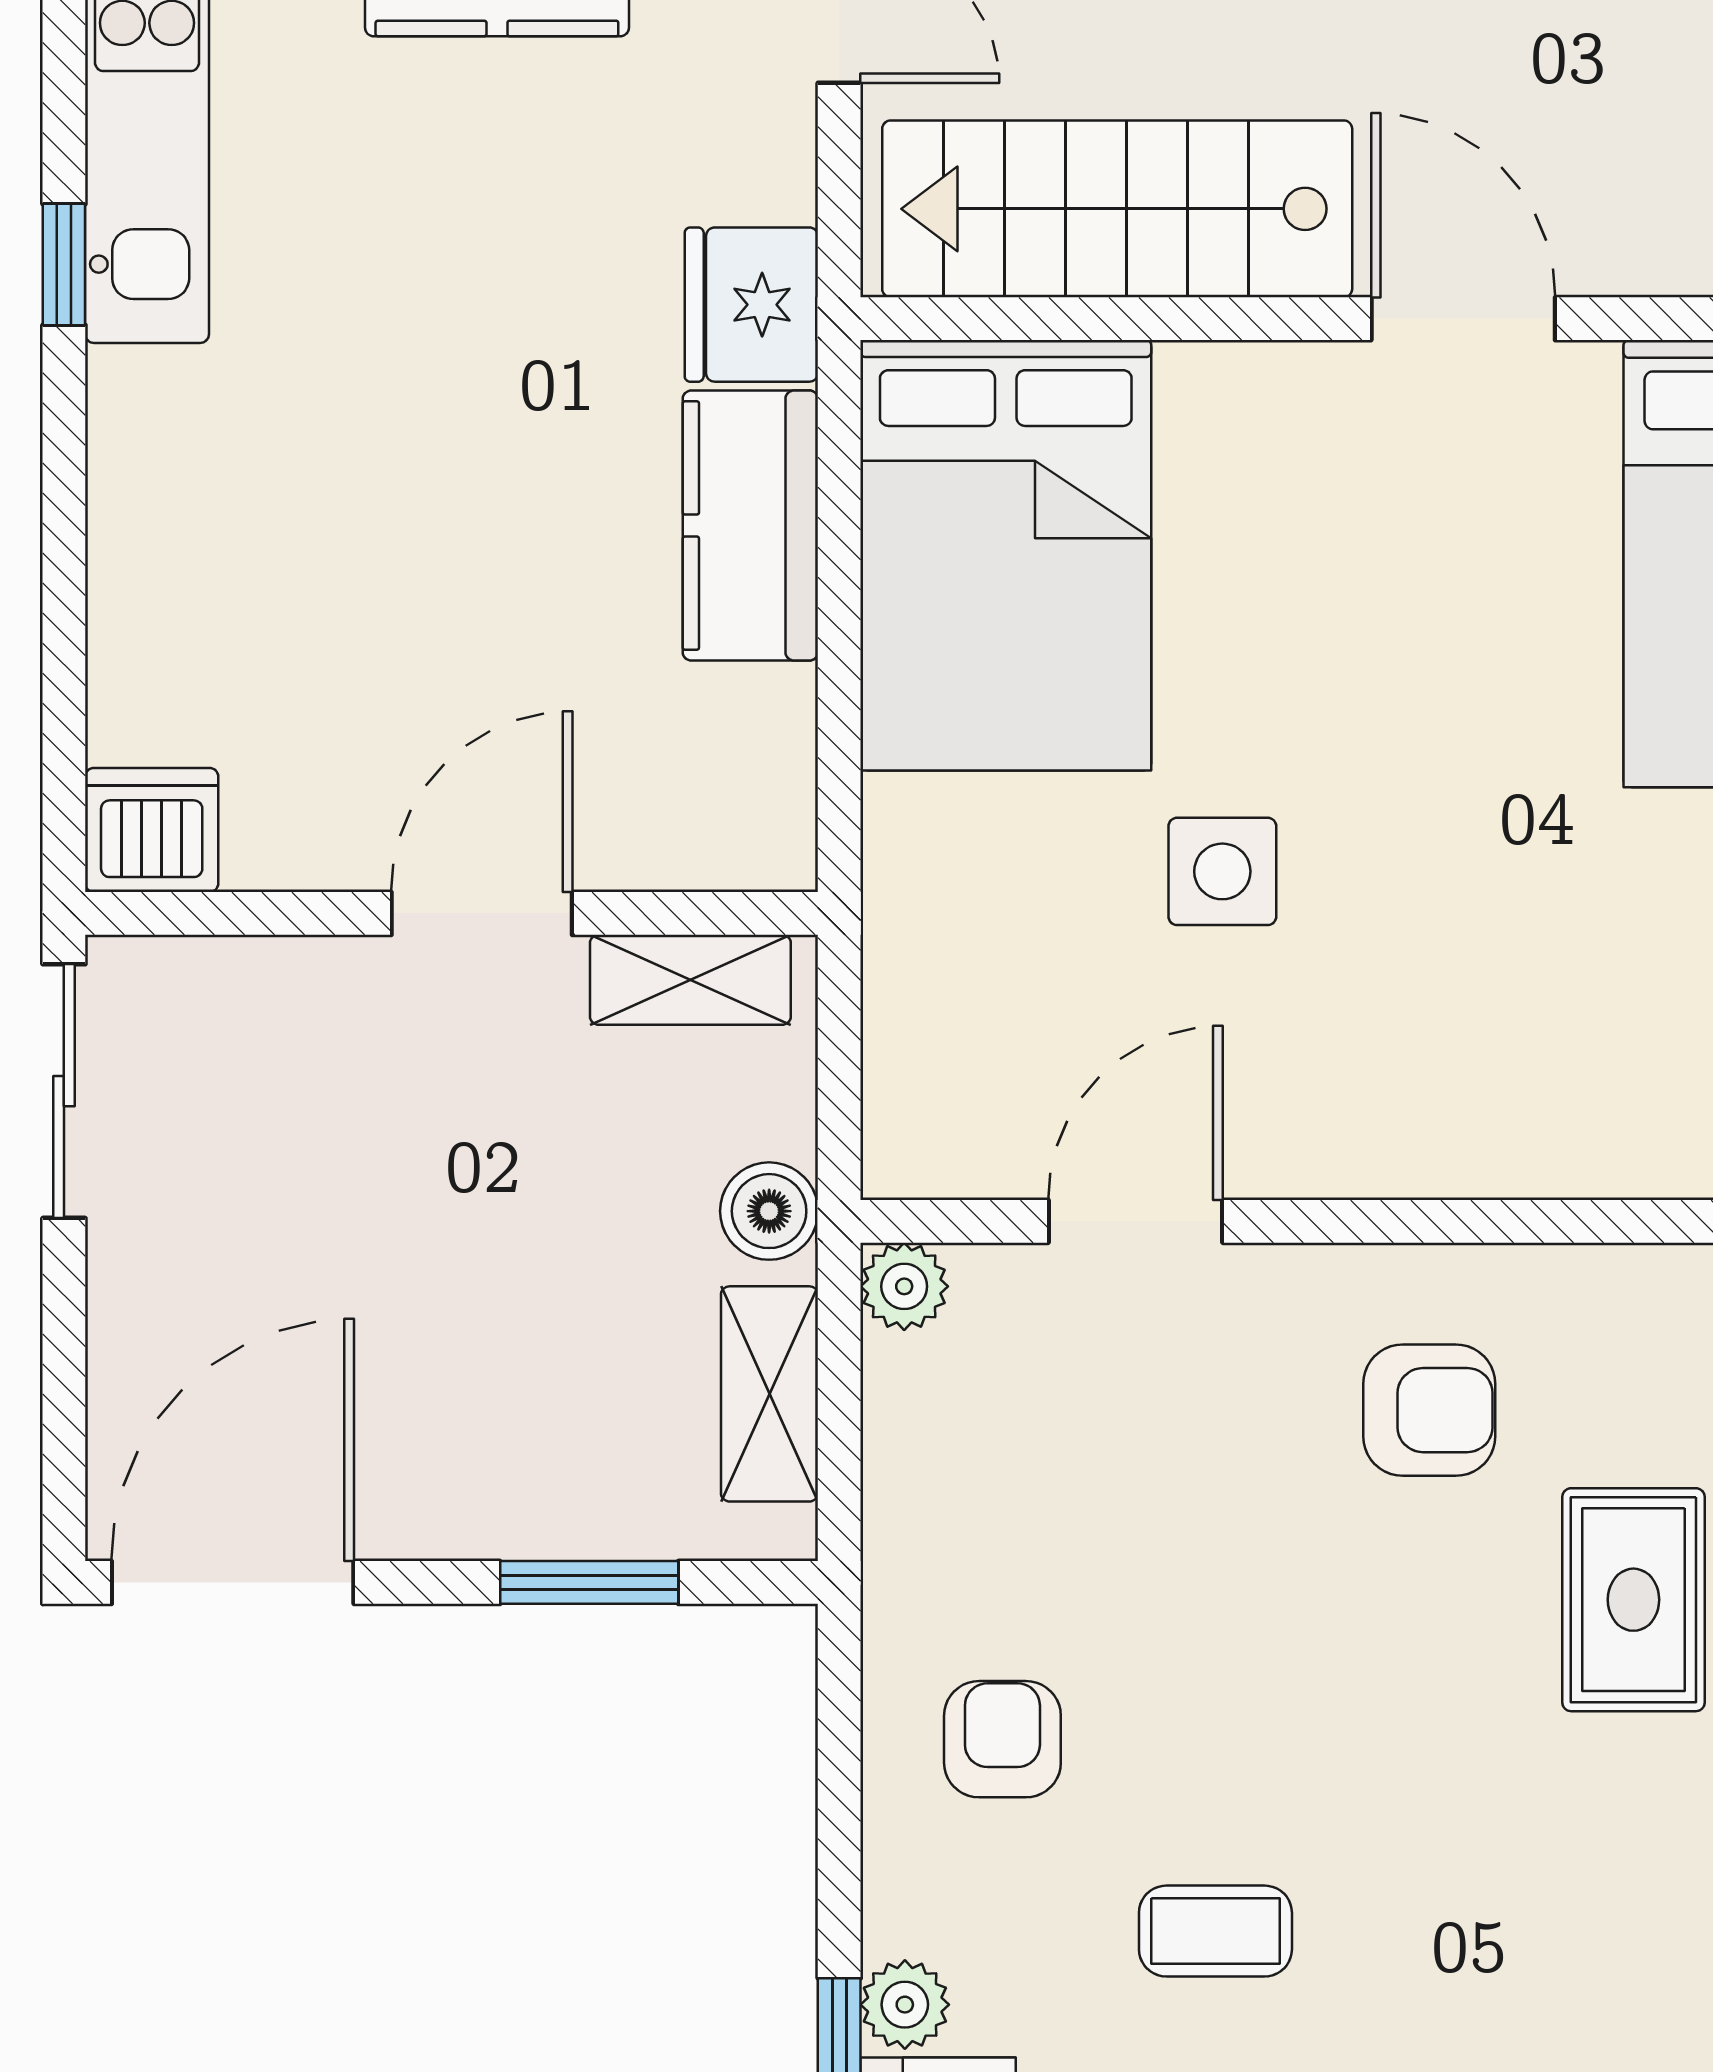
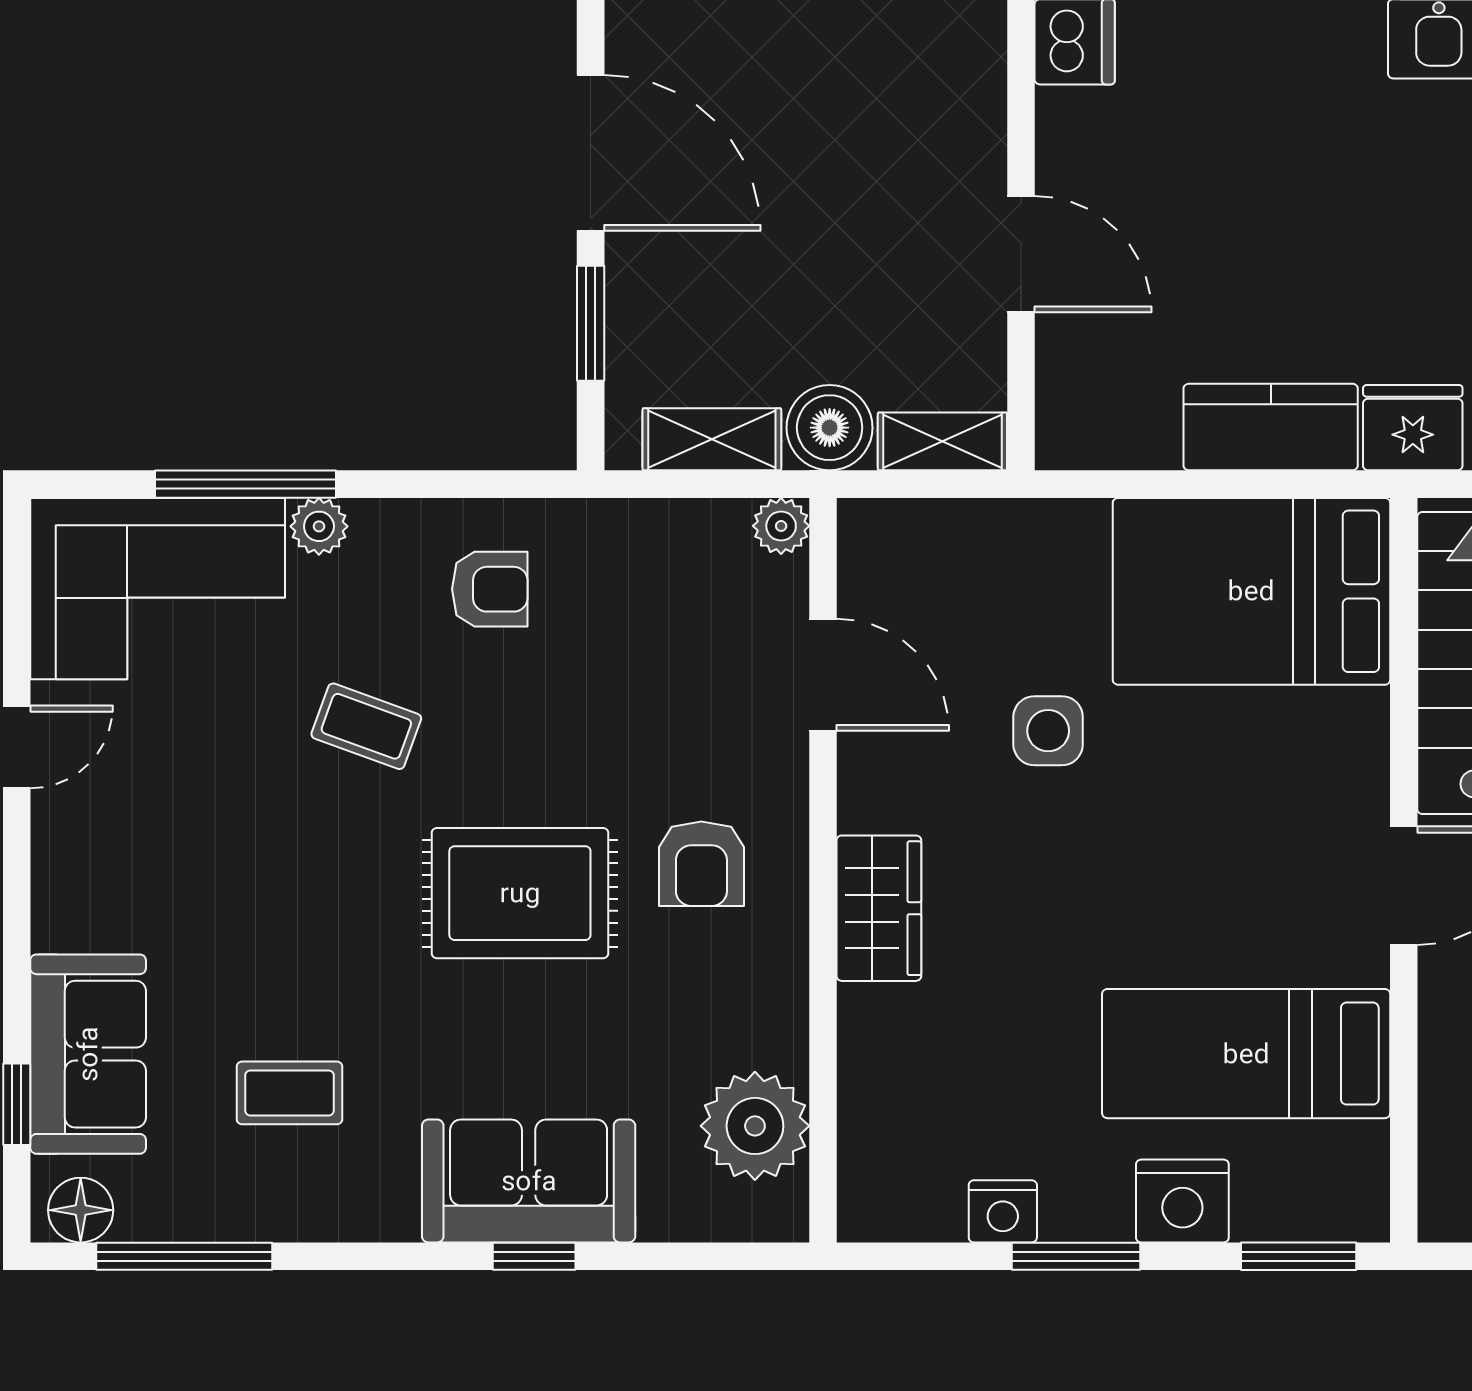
shelving: (690, 980) -> (942, 441), moved, turned 90
wardrobe: (1498, 1134) -> (879, 908), added
boiler: (769, 1211) -> (830, 428), width x1.36, depth x1.36
door: (233, 1582) -> (591, 153), moved
rug: (1633, 1600) -> (520, 893), moved, width x1.36, depth x1.43
coffee table: (1215, 1931) -> (366, 726), turned -70

